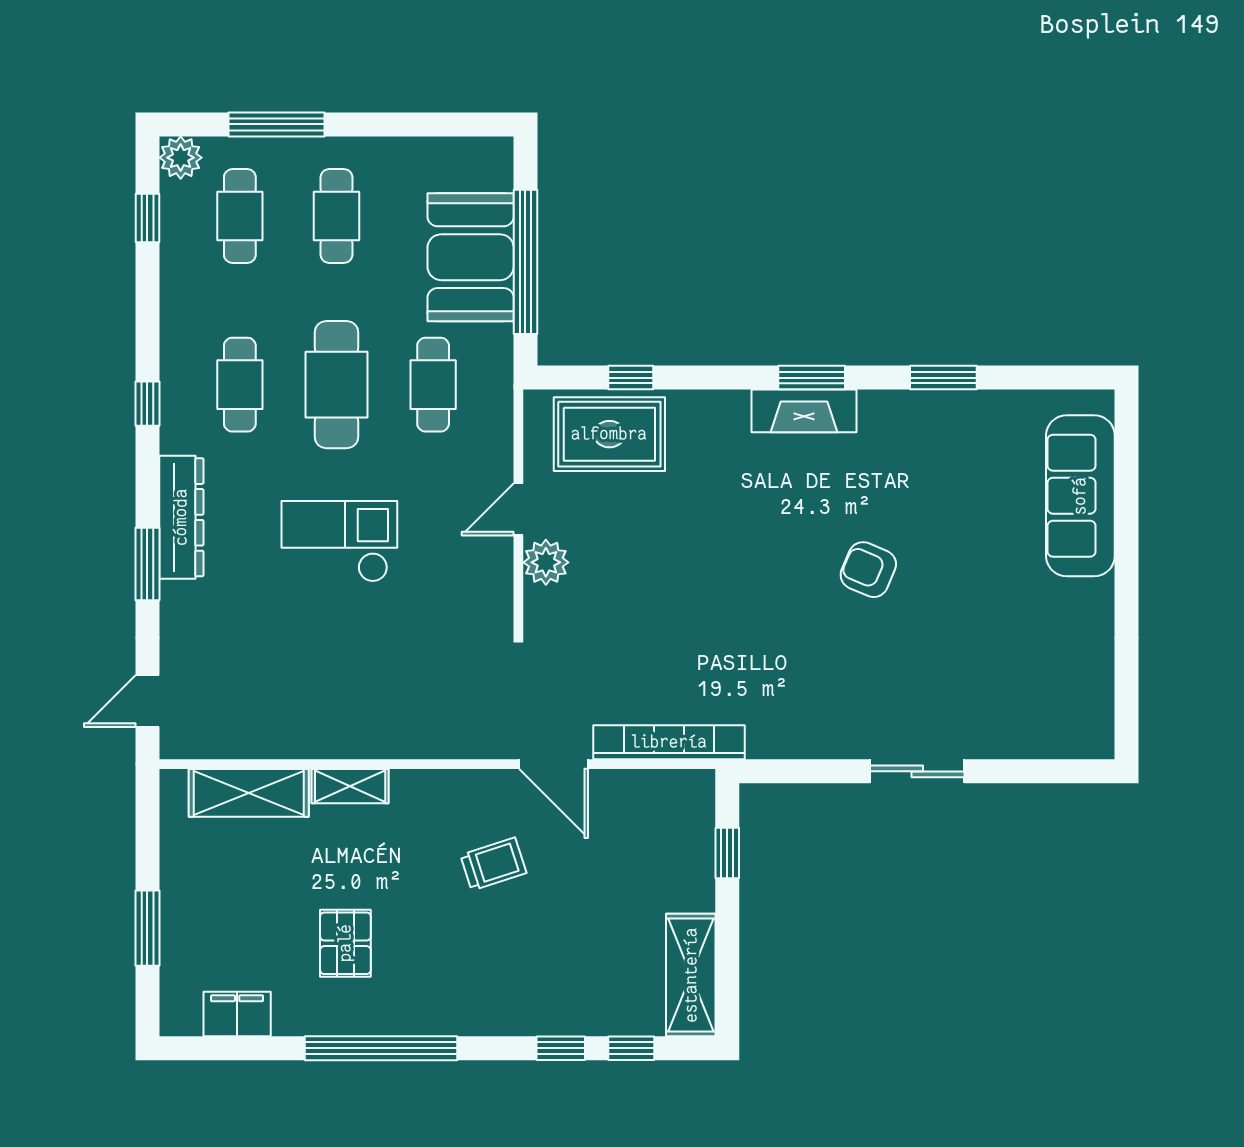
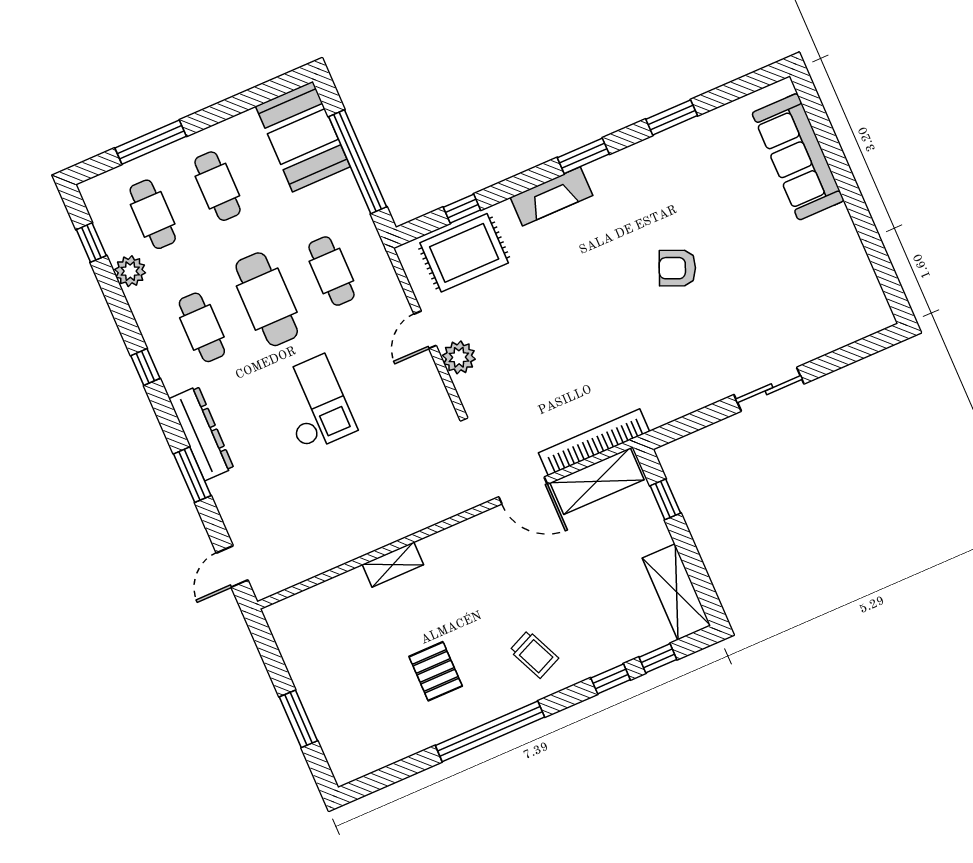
plant: (181, 158) -> (130, 271), moved
booth: (471, 257) -> (303, 137), moved
fireplace: (804, 411) -> (551, 196), moved
checkout: (339, 541) -> (314, 403), turned 90
shelving: (249, 793) -> (597, 481), moved
trolley: (493, 864) -> (534, 654), moved, turned 84
filing cabinet: (237, 1014) -> (384, 750), removed

